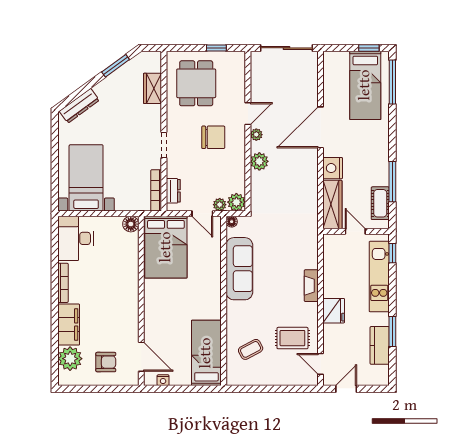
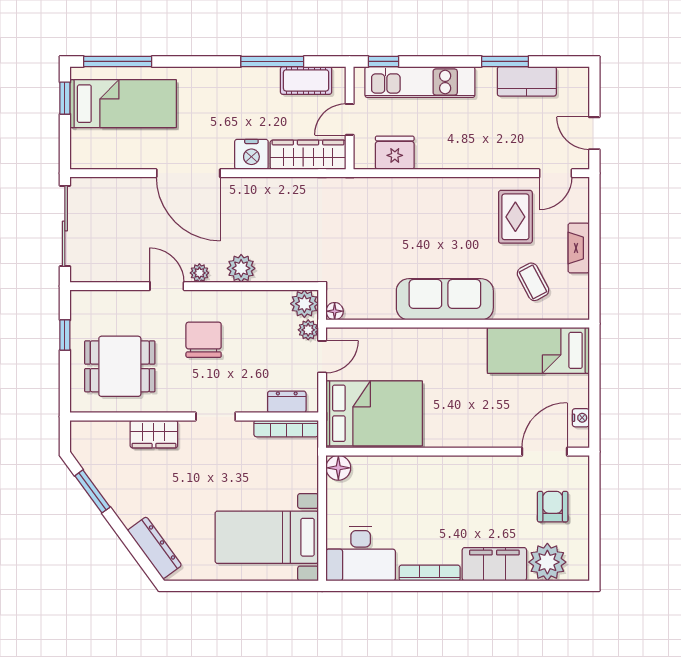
wardrobe: (153, 88) -> (154, 434), moved
sofa: (239, 269) -> (445, 299), moved
fireplace: (311, 286) -> (579, 248), moved, turned 90
fridge: (334, 311) -> (395, 153), moved

